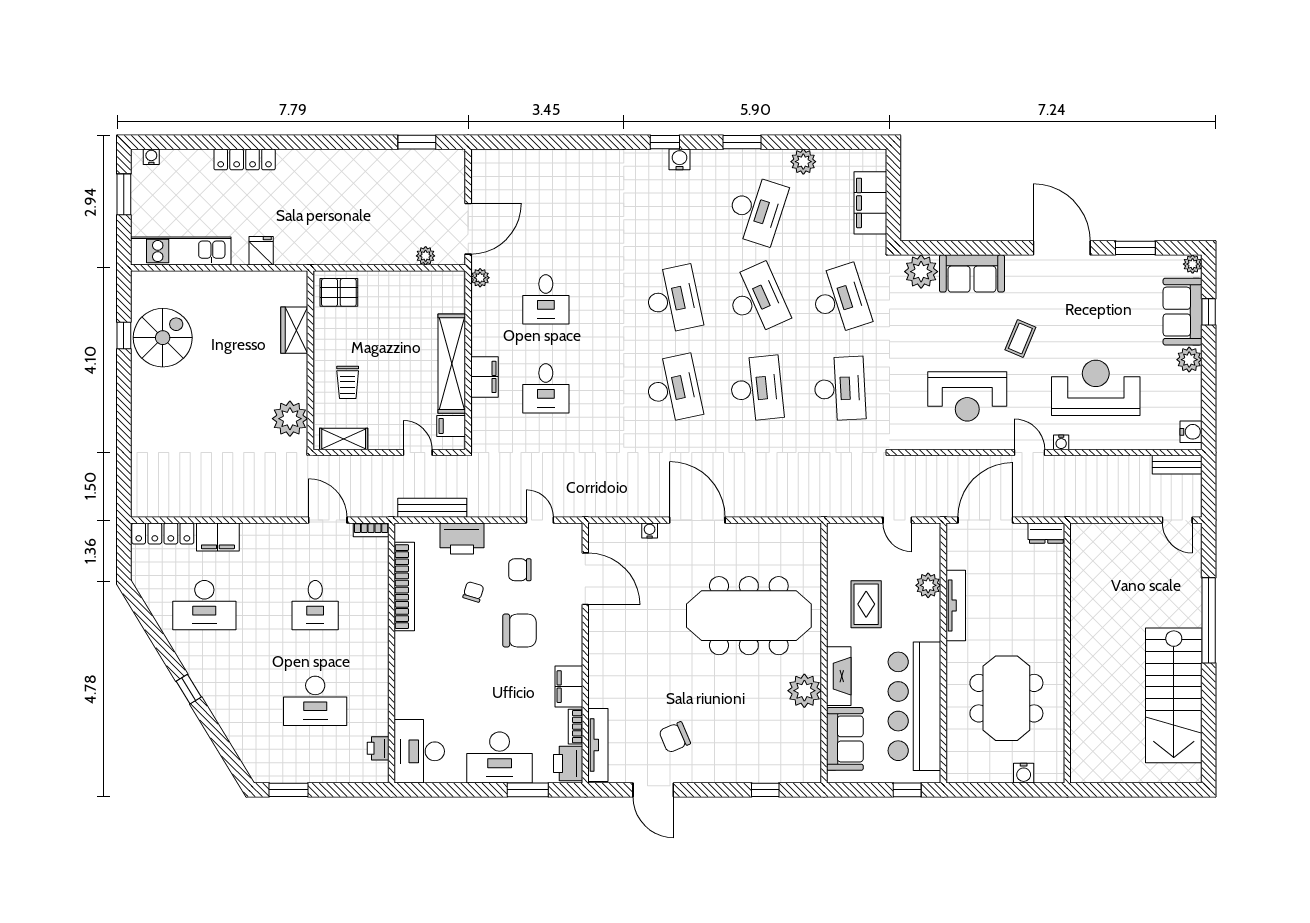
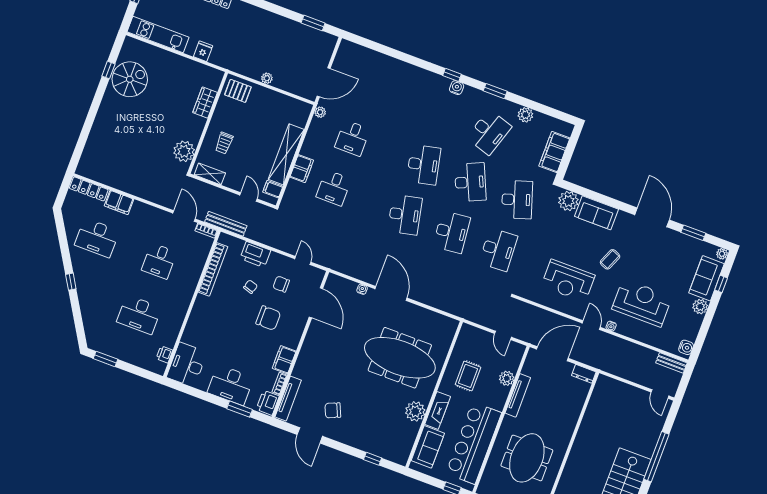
plant: (426, 256) -> (267, 78), moved
bench: (432, 508) -> (226, 224), moved

